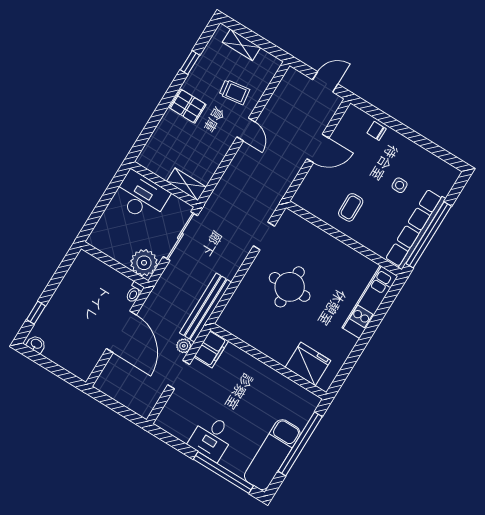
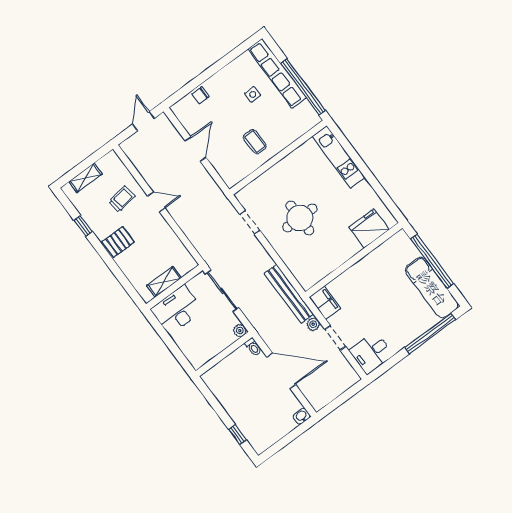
shelving: (186, 184) -> (164, 282), moved
row of seats: (415, 229) -> (277, 73), moved
plant: (144, 263) -> (240, 331), width x0.53, depth x0.53
washbasin: (36, 344) -> (302, 416), moved
desk: (212, 438) -> (371, 353), moved, turned 90

